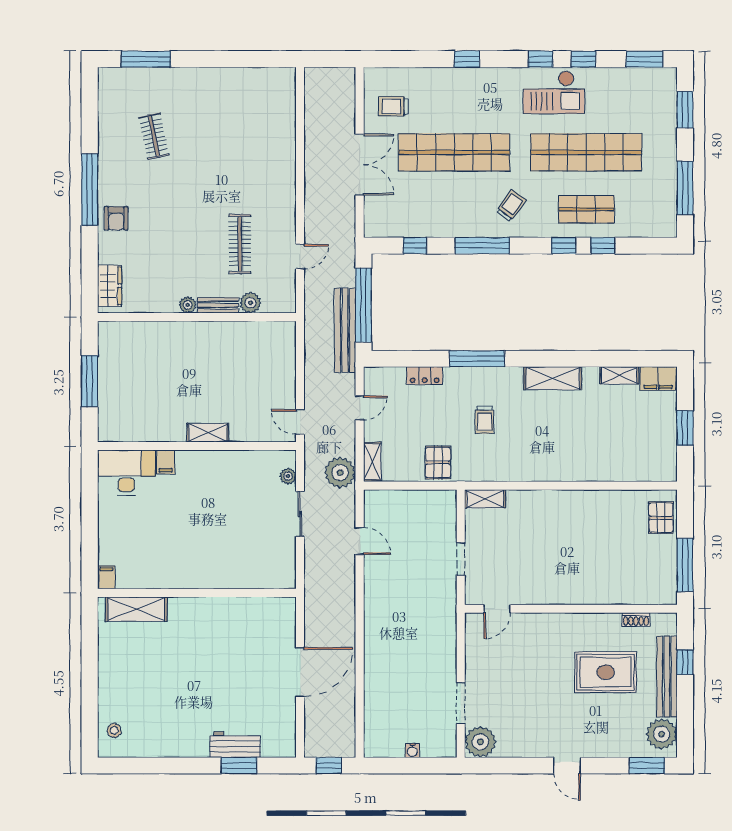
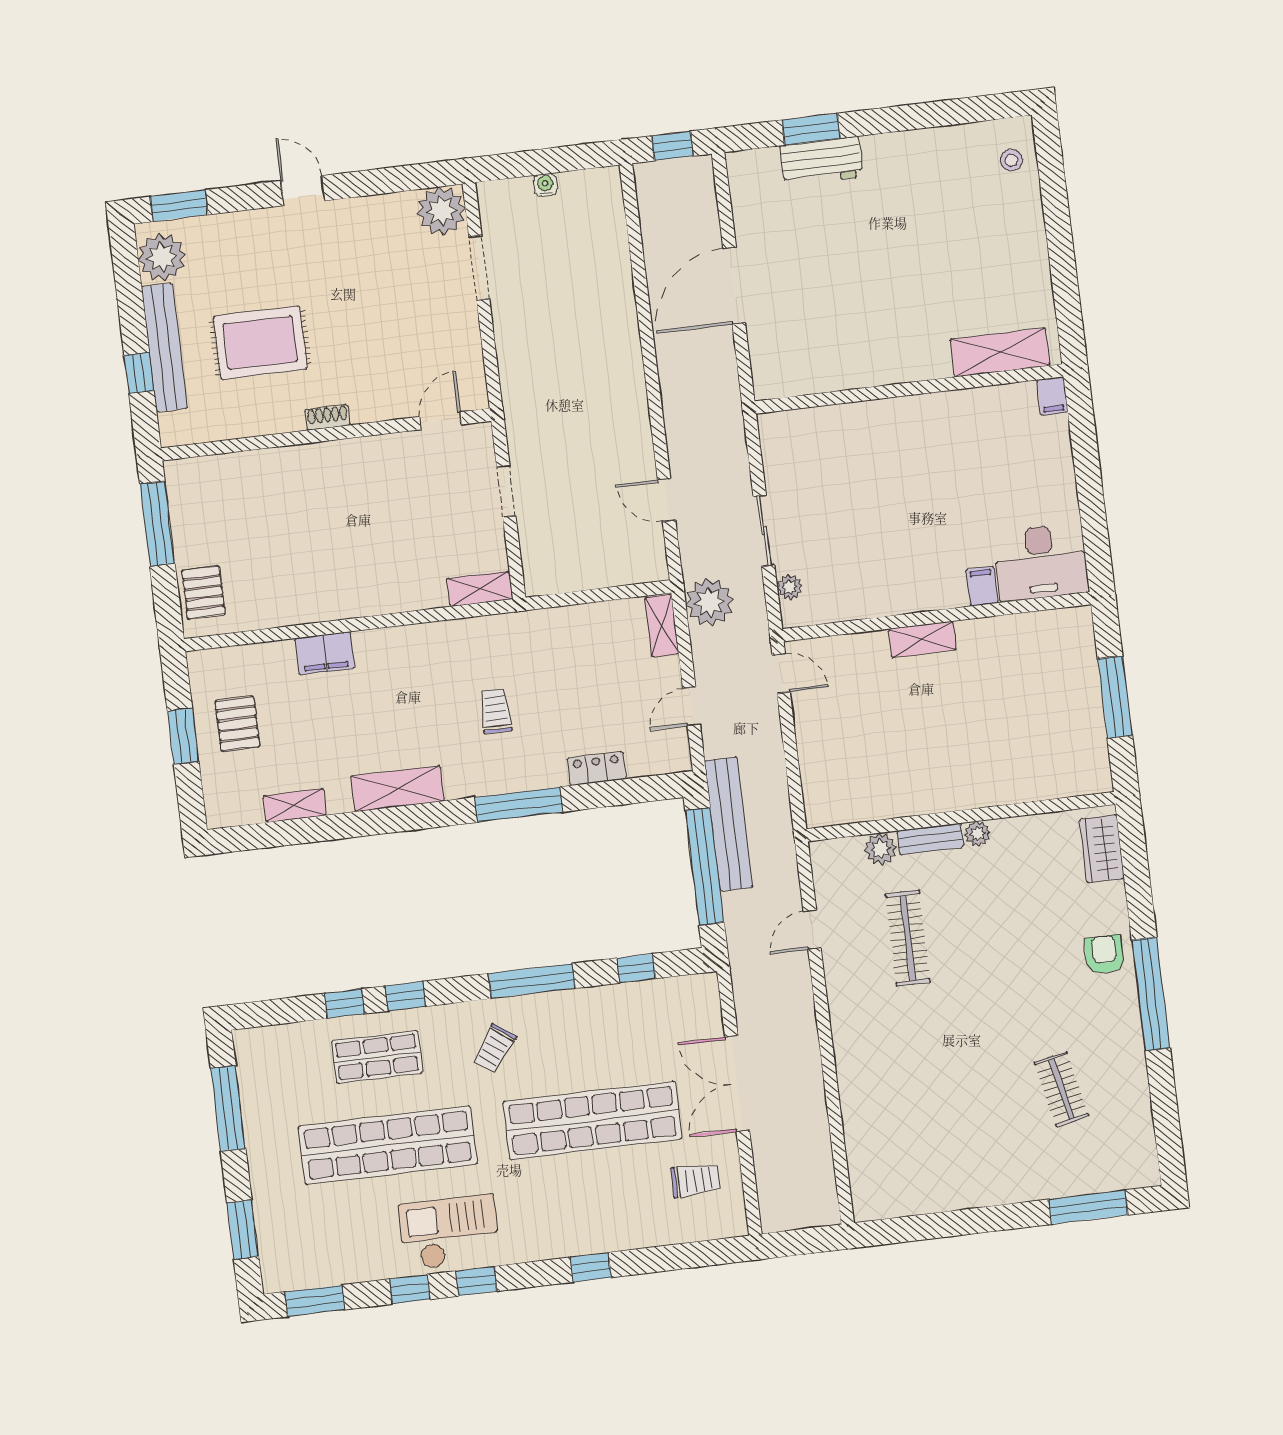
filing cabinet: (658, 379) -> (325, 653), moved, turned 180
pallet: (438, 463) -> (237, 724), moved
shoe rack: (636, 619) -> (327, 417), moved

